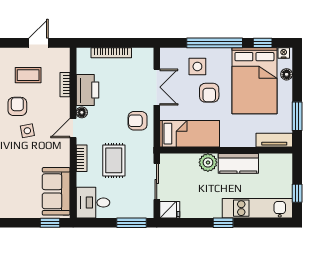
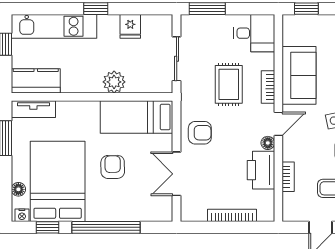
side table: (197, 66) -> (127, 199), removed
kitchen counter: (238, 163) -> (36, 81), moved
sofa: (56, 191) -> (299, 75), moved
fridge: (170, 210) -> (130, 26), moved, turned -90

